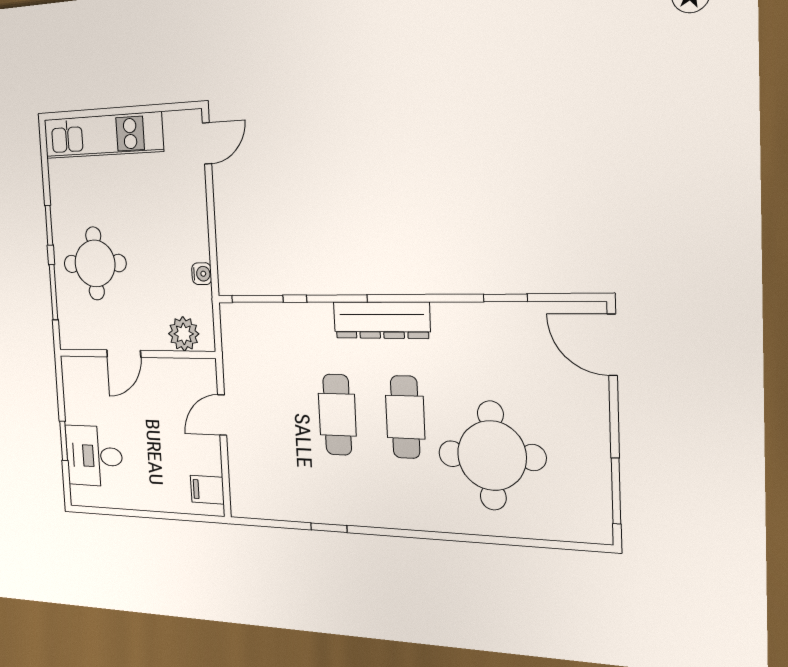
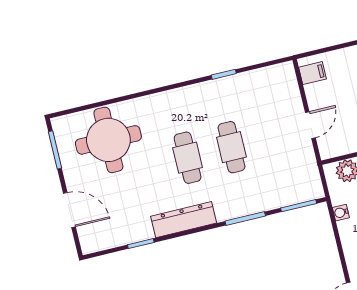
dresser: (381, 320) -> (184, 220), moved
door: (612, 345) -> (69, 210), moved
round table: (492, 456) -> (108, 140), moved

